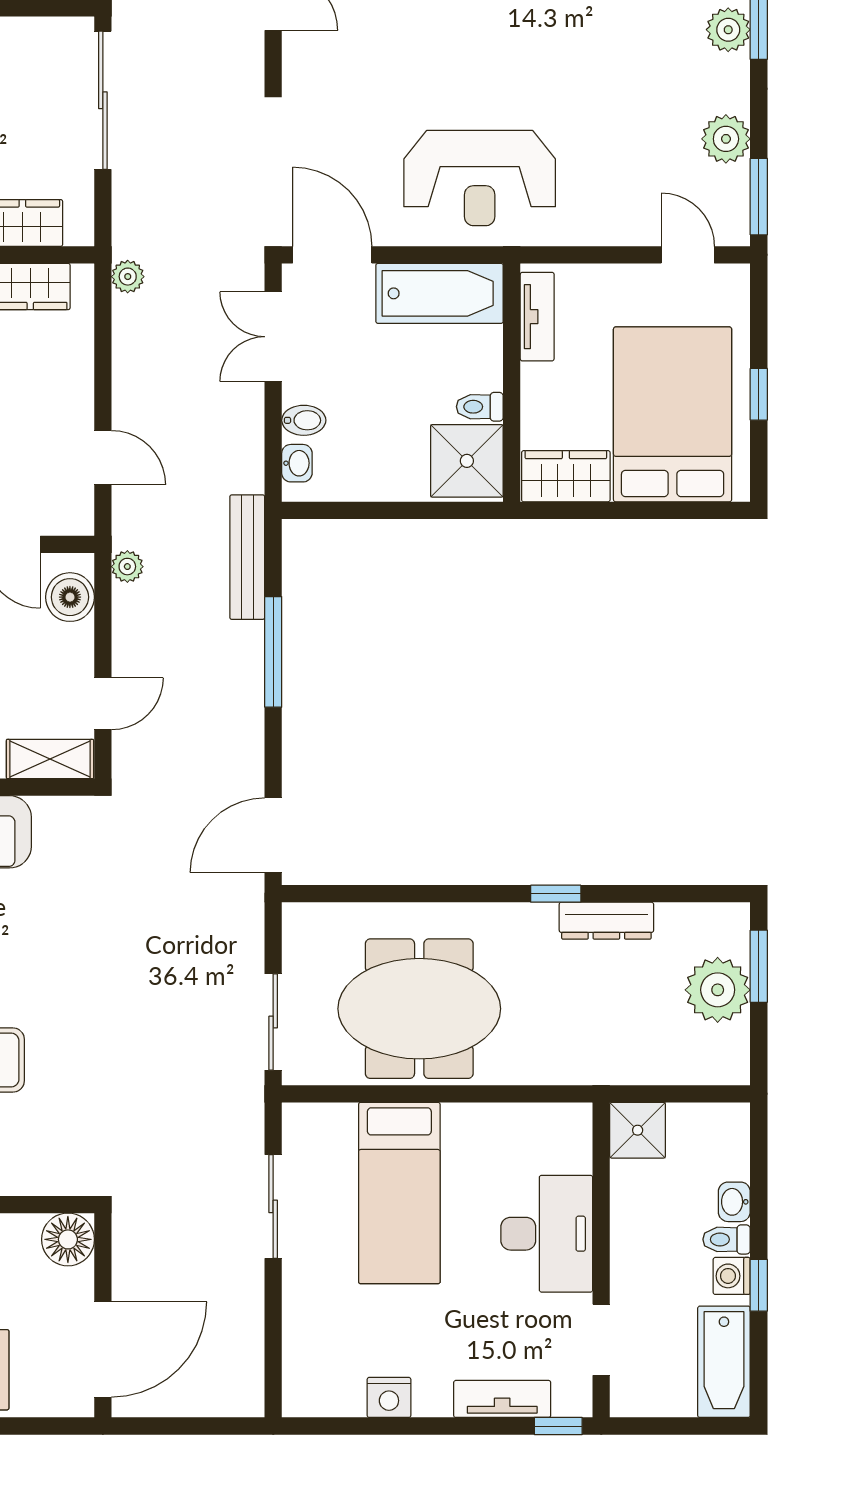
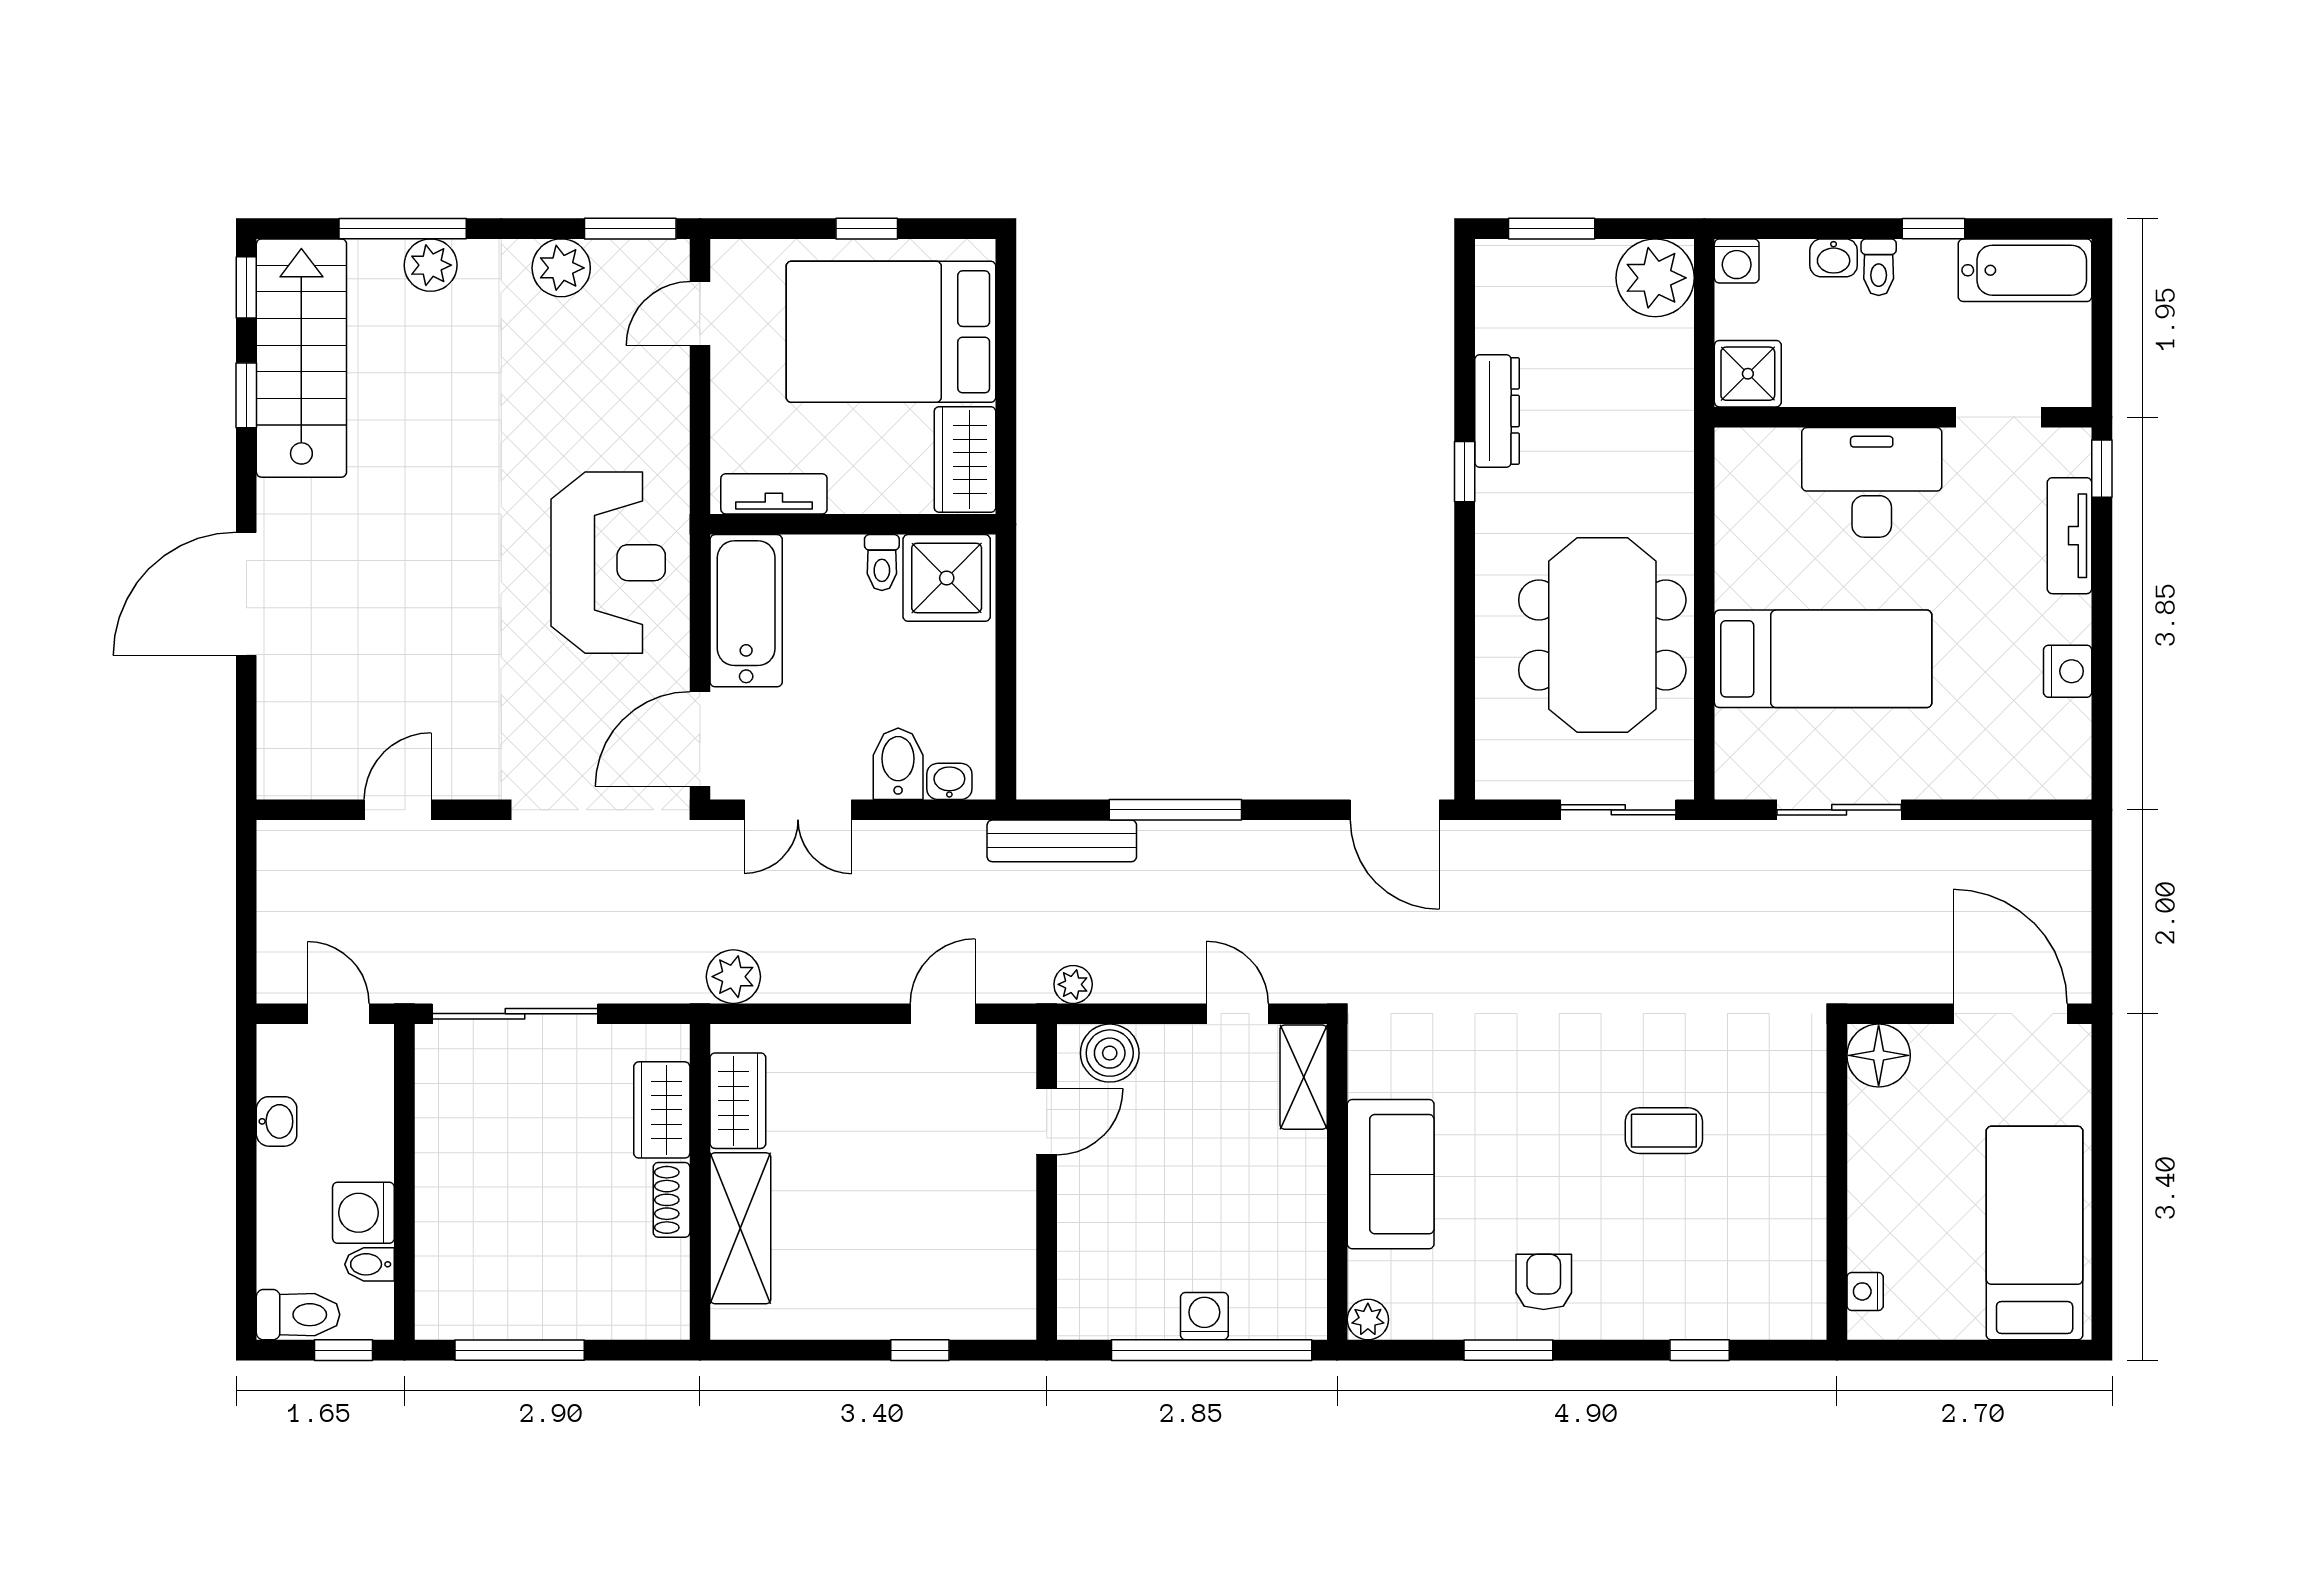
plant: (128, 277) -> (733, 977), width x1.38, depth x1.38
bidet: (304, 420) -> (898, 764), width x1.38, depth x1.36
plant: (718, 990) -> (1655, 278), moved
washing machine: (732, 1276) -> (1737, 261), moved

